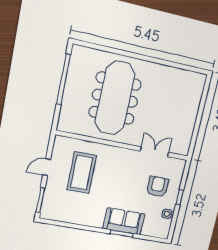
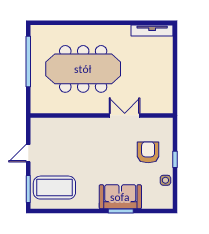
tv unit: (187, 76) -> (152, 30), added
meeting table: (115, 98) -> (83, 69), turned 90
double door: (154, 152) -> (125, 115), moved
coffee table: (82, 172) -> (54, 188), moved, turned 90

